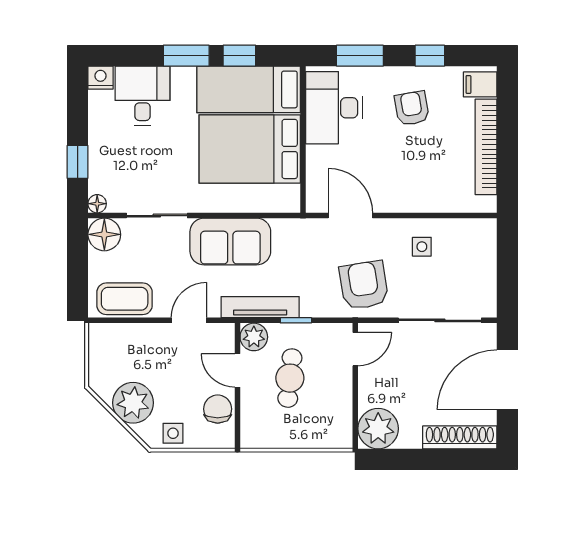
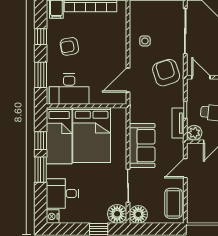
floor lamp: (97, 204) -> (117, 214), width x1.89, depth x1.89
armchair: (364, 285) -> (166, 73), turned 81
tv unit: (260, 307) -> (178, 123), width x0.71
door: (189, 320) -> (185, 168), hinge flipped

